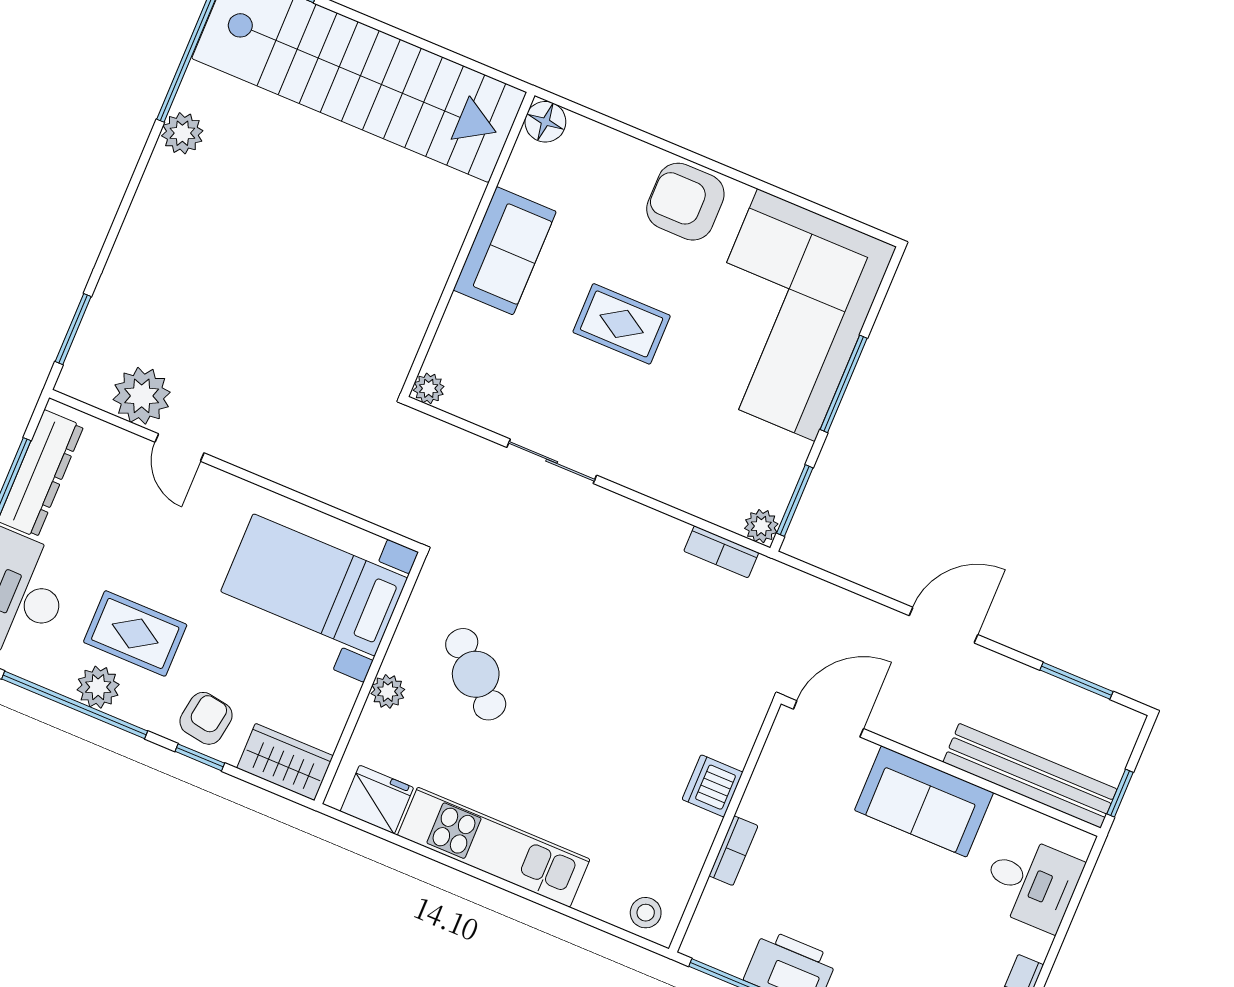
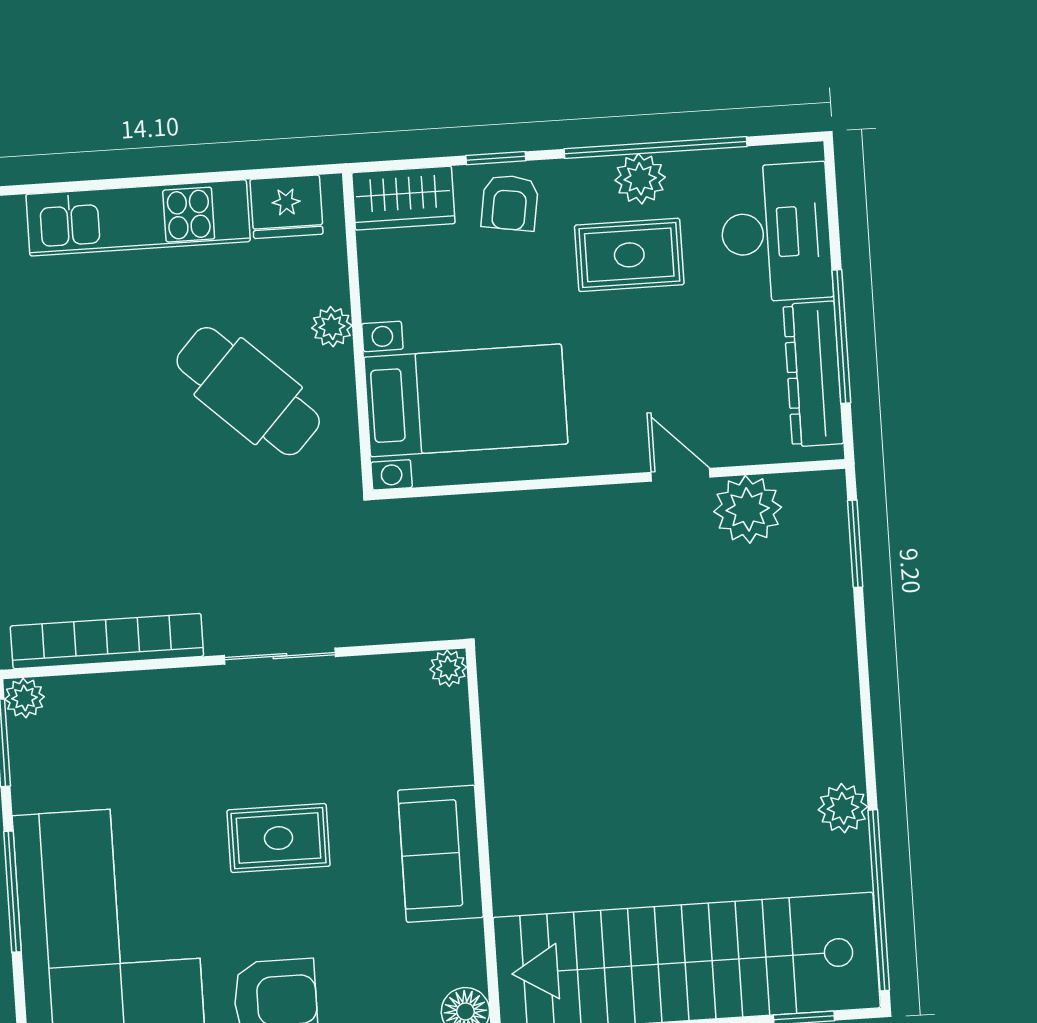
bookcase: (721, 552) -> (107, 641), width x2.31, depth x1.31
cafe table: (476, 674) -> (248, 391), width x1.37, depth x1.35

